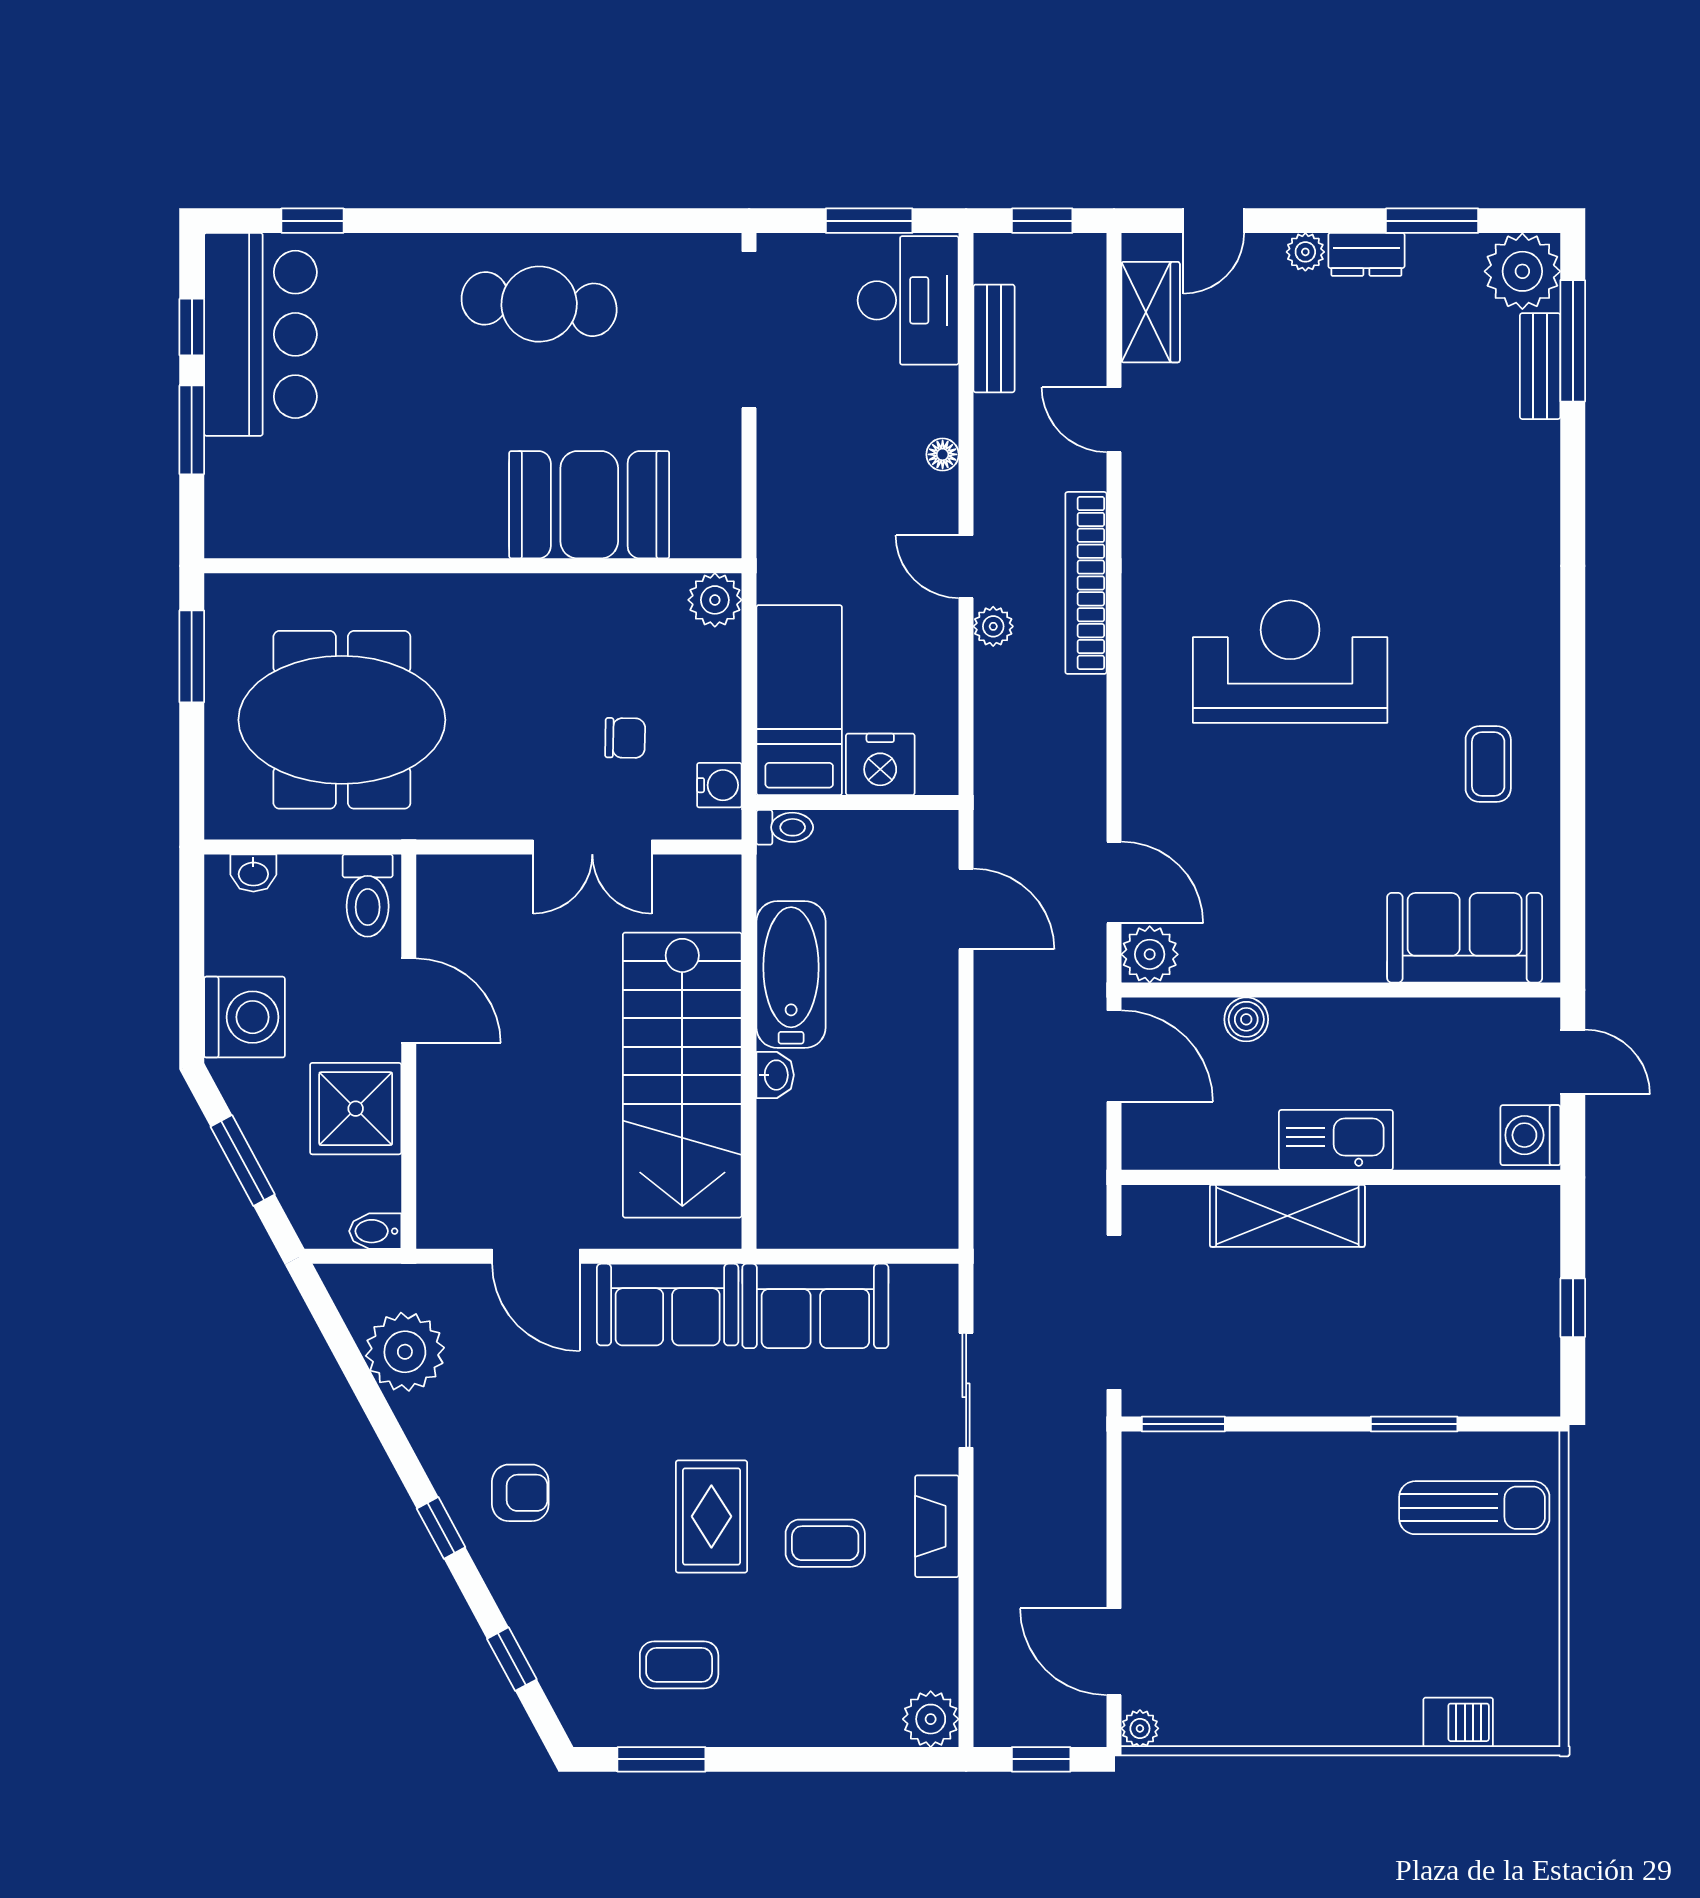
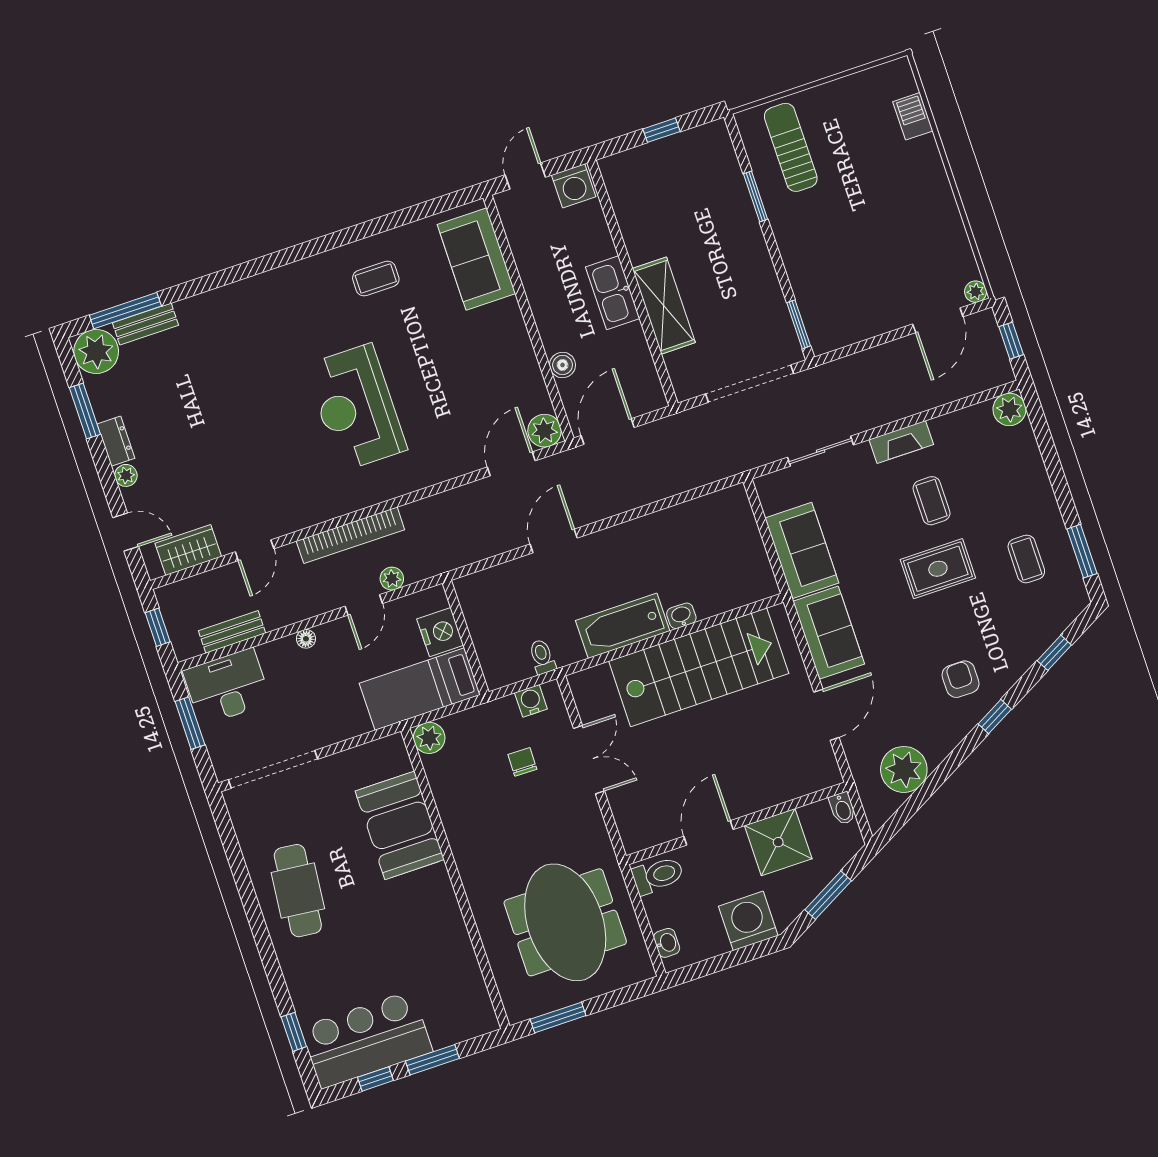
bed: (799, 700) -> (420, 689), moved
nightstand: (880, 764) -> (440, 632), moved
wall: (858, 803) -> (466, 638), moved

